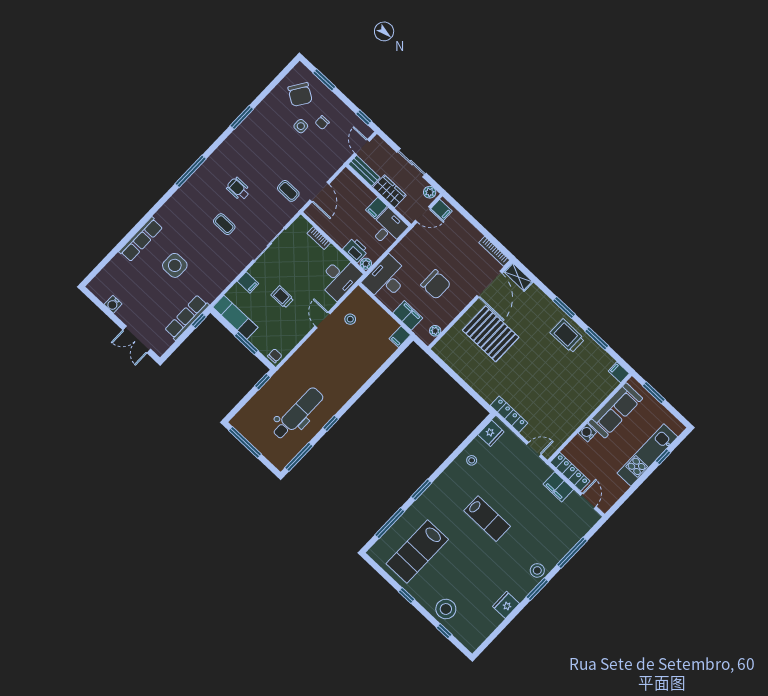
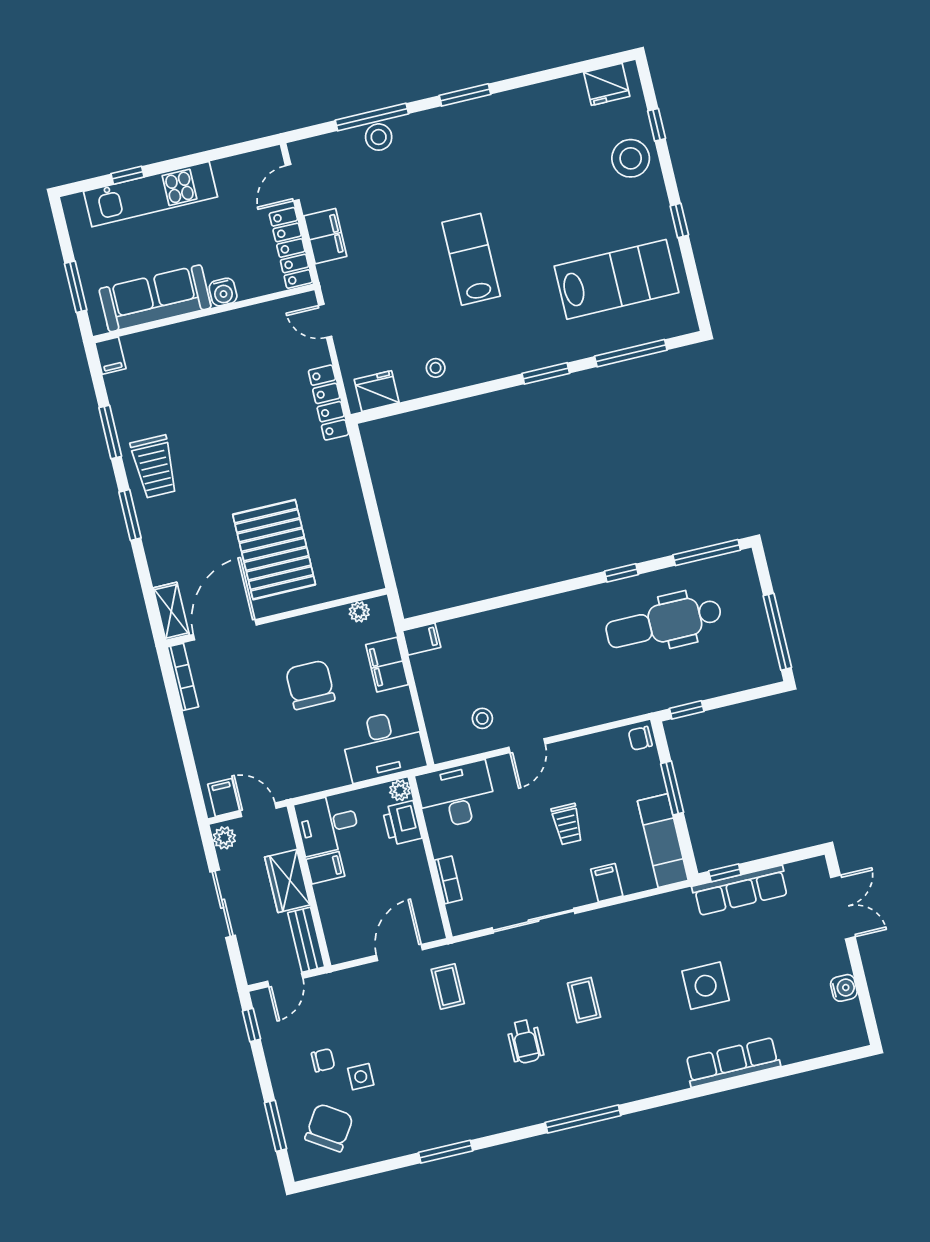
stool: (537, 570) -> (379, 137), moved
fridge: (506, 605) -> (607, 84), moved

